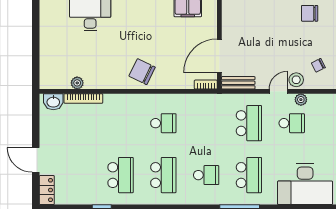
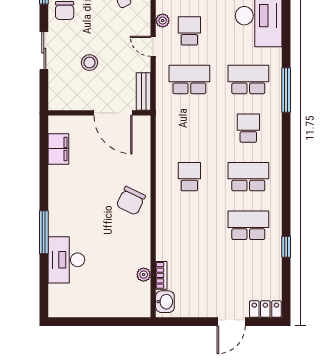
stool: (296, 80) -> (89, 63), moved
bookcase: (206, 85) -> (146, 128), removed
bookcase: (83, 98) -> (161, 275), width x0.64

